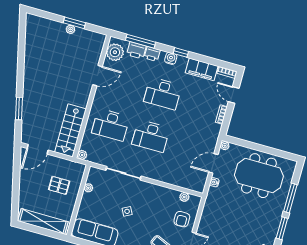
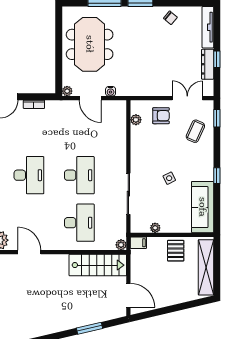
filing cabinet: (80, 170) -> (138, 243), added
pallet: (59, 185) -> (176, 251), moved

